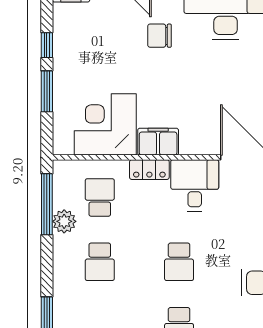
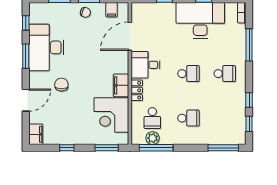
chair: (160, 36) -> (61, 85), turned 180
window: (47, 91) -> (107, 148), moved
school desk: (100, 197) -> (152, 118), turned -90
plant: (64, 221) -> (153, 138), moved

